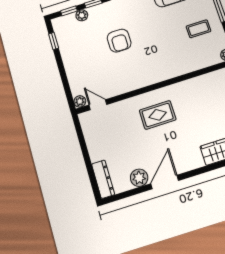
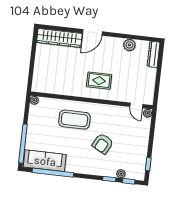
coffee table: (198, 29) -> (74, 120), moved, width x1.86, depth x1.72
armchair: (119, 41) -> (103, 144), turned -152
door: (165, 182) -> (92, 32), moved

